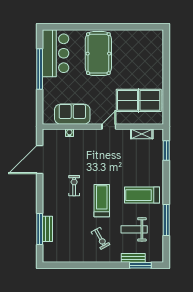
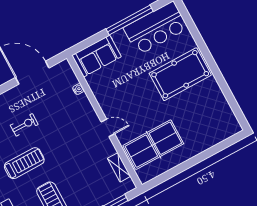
table tennis table: (139, 100) -> (153, 145), turned 90
sofa: (72, 114) -> (97, 56), moved, turned 90

